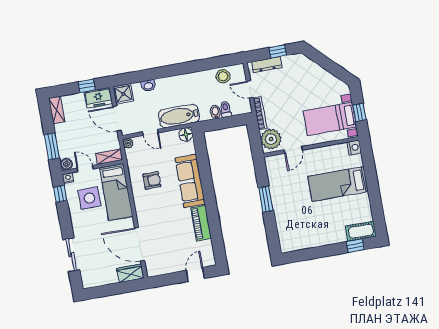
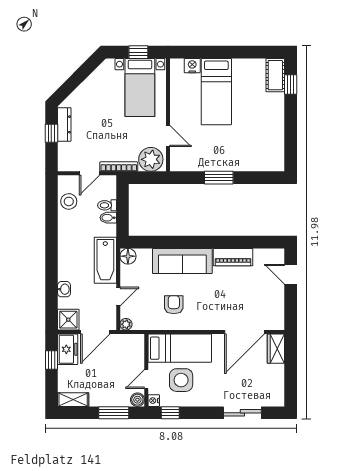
dresser: (267, 65) -> (64, 124), moved
nightstand: (354, 148) -> (192, 66), moved
shelving: (109, 157) -> (138, 349), removed

